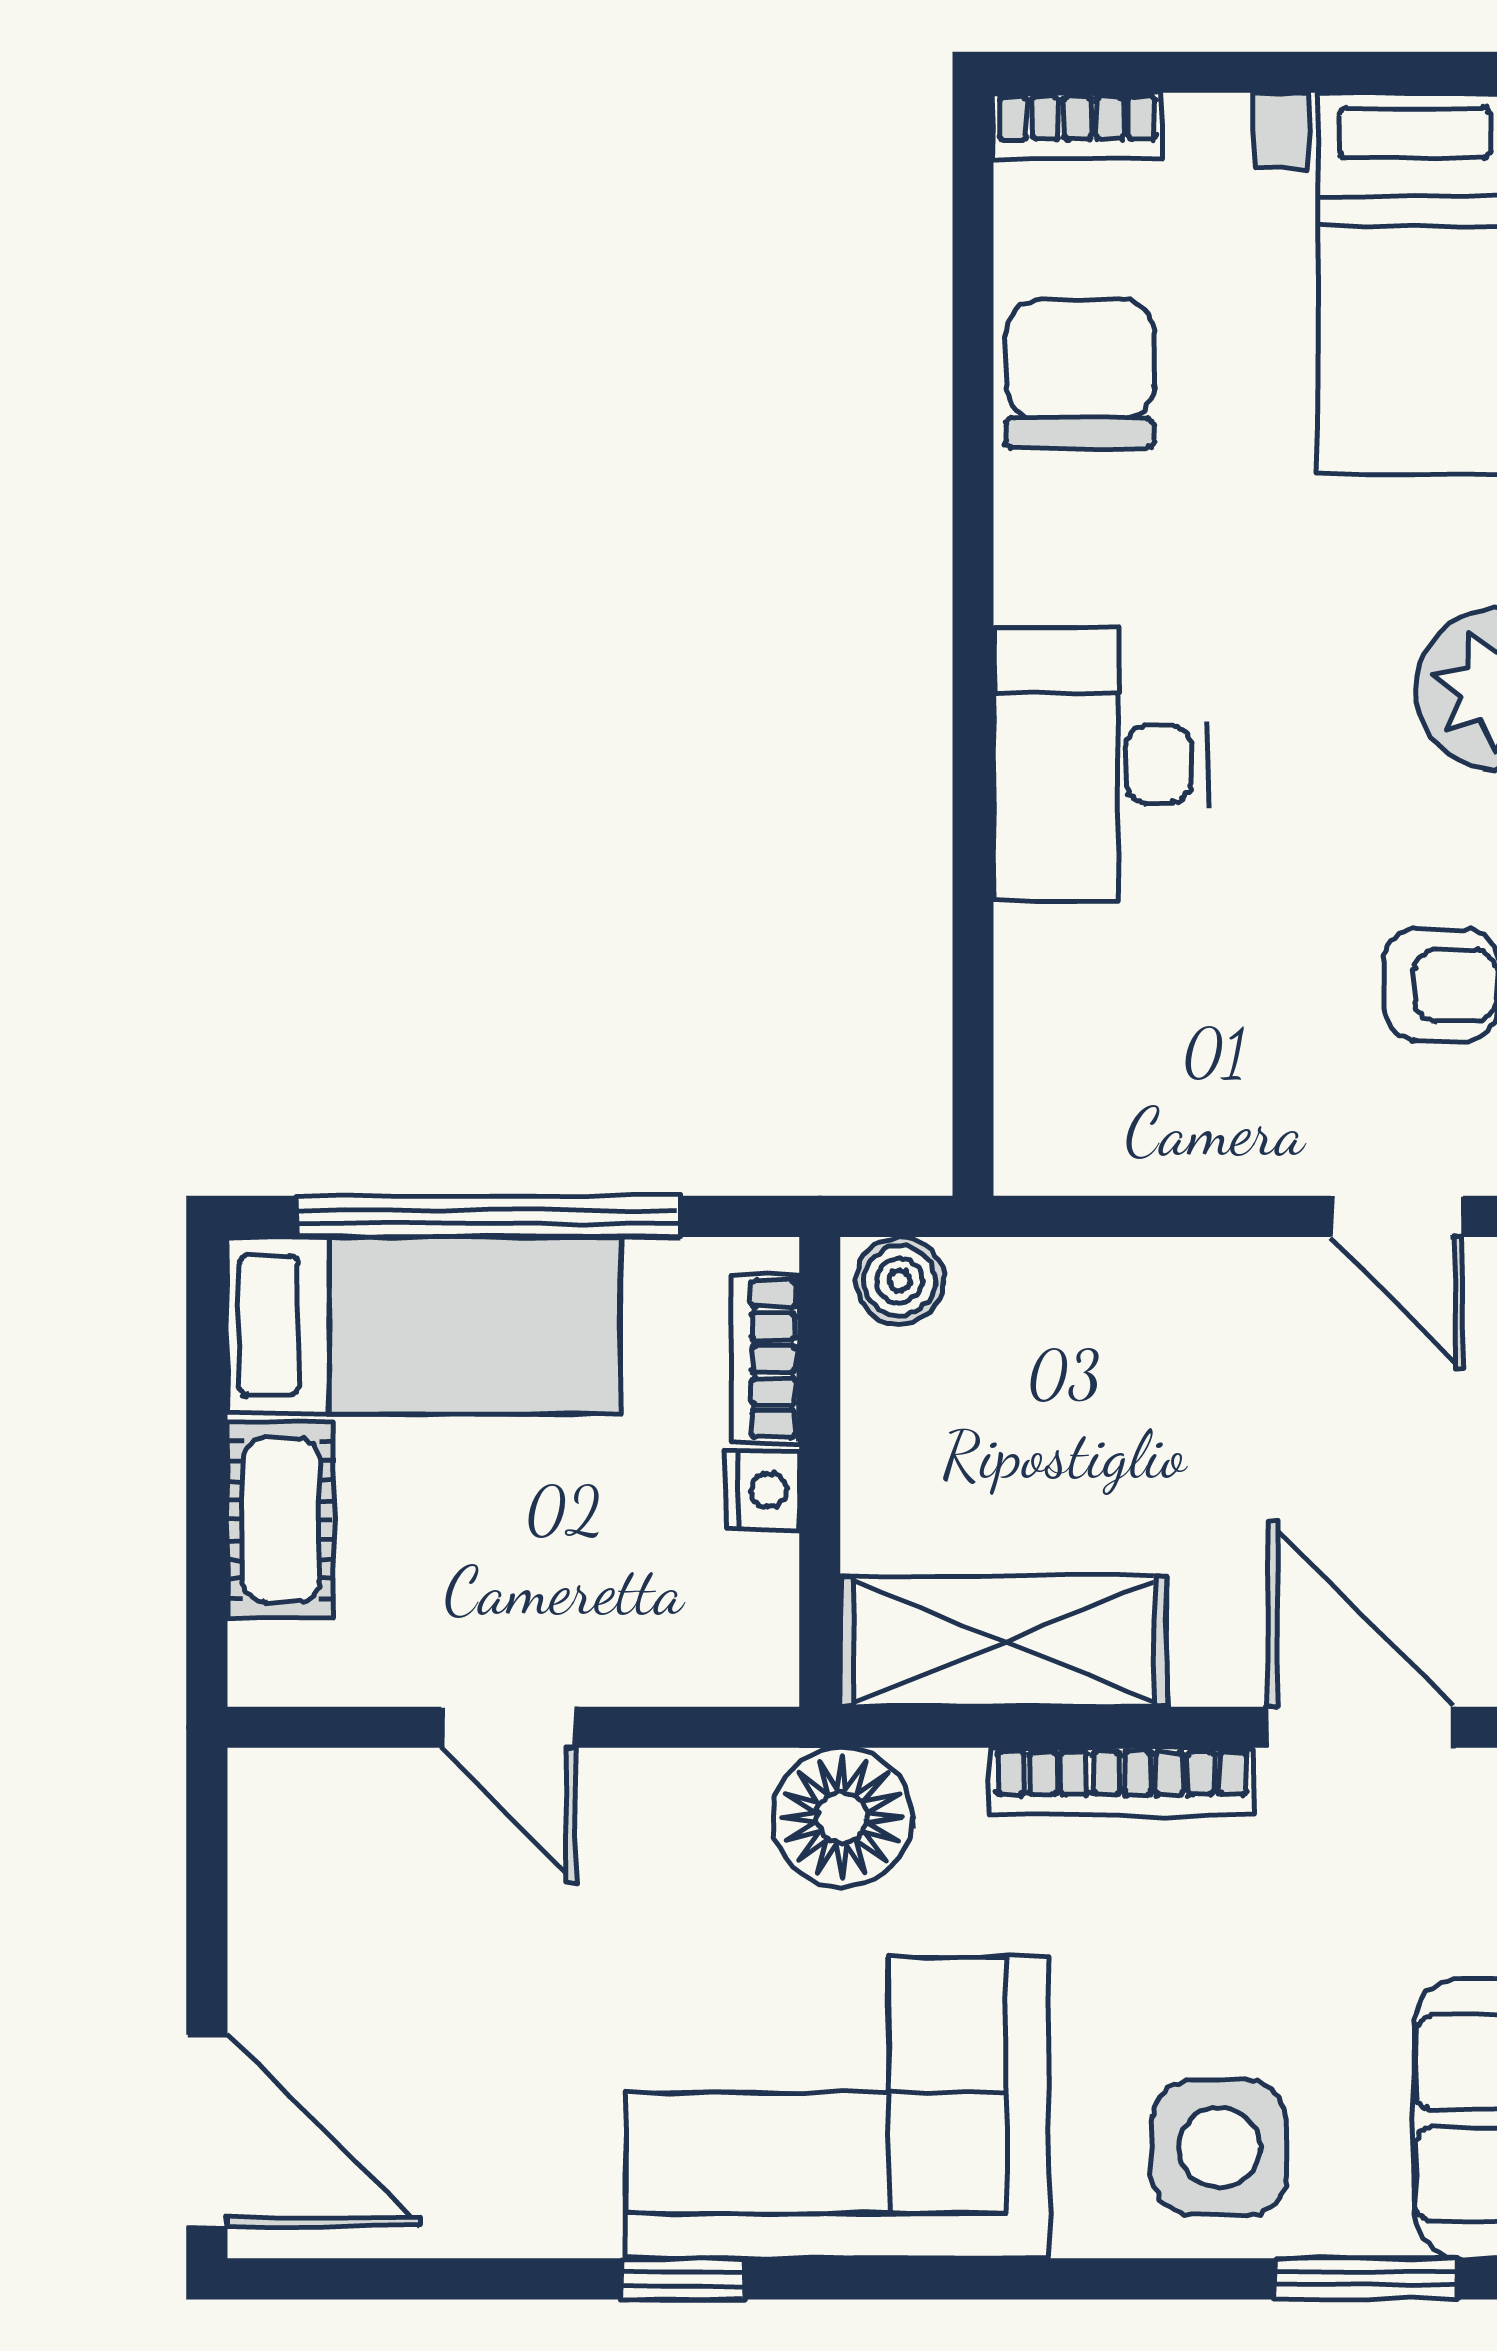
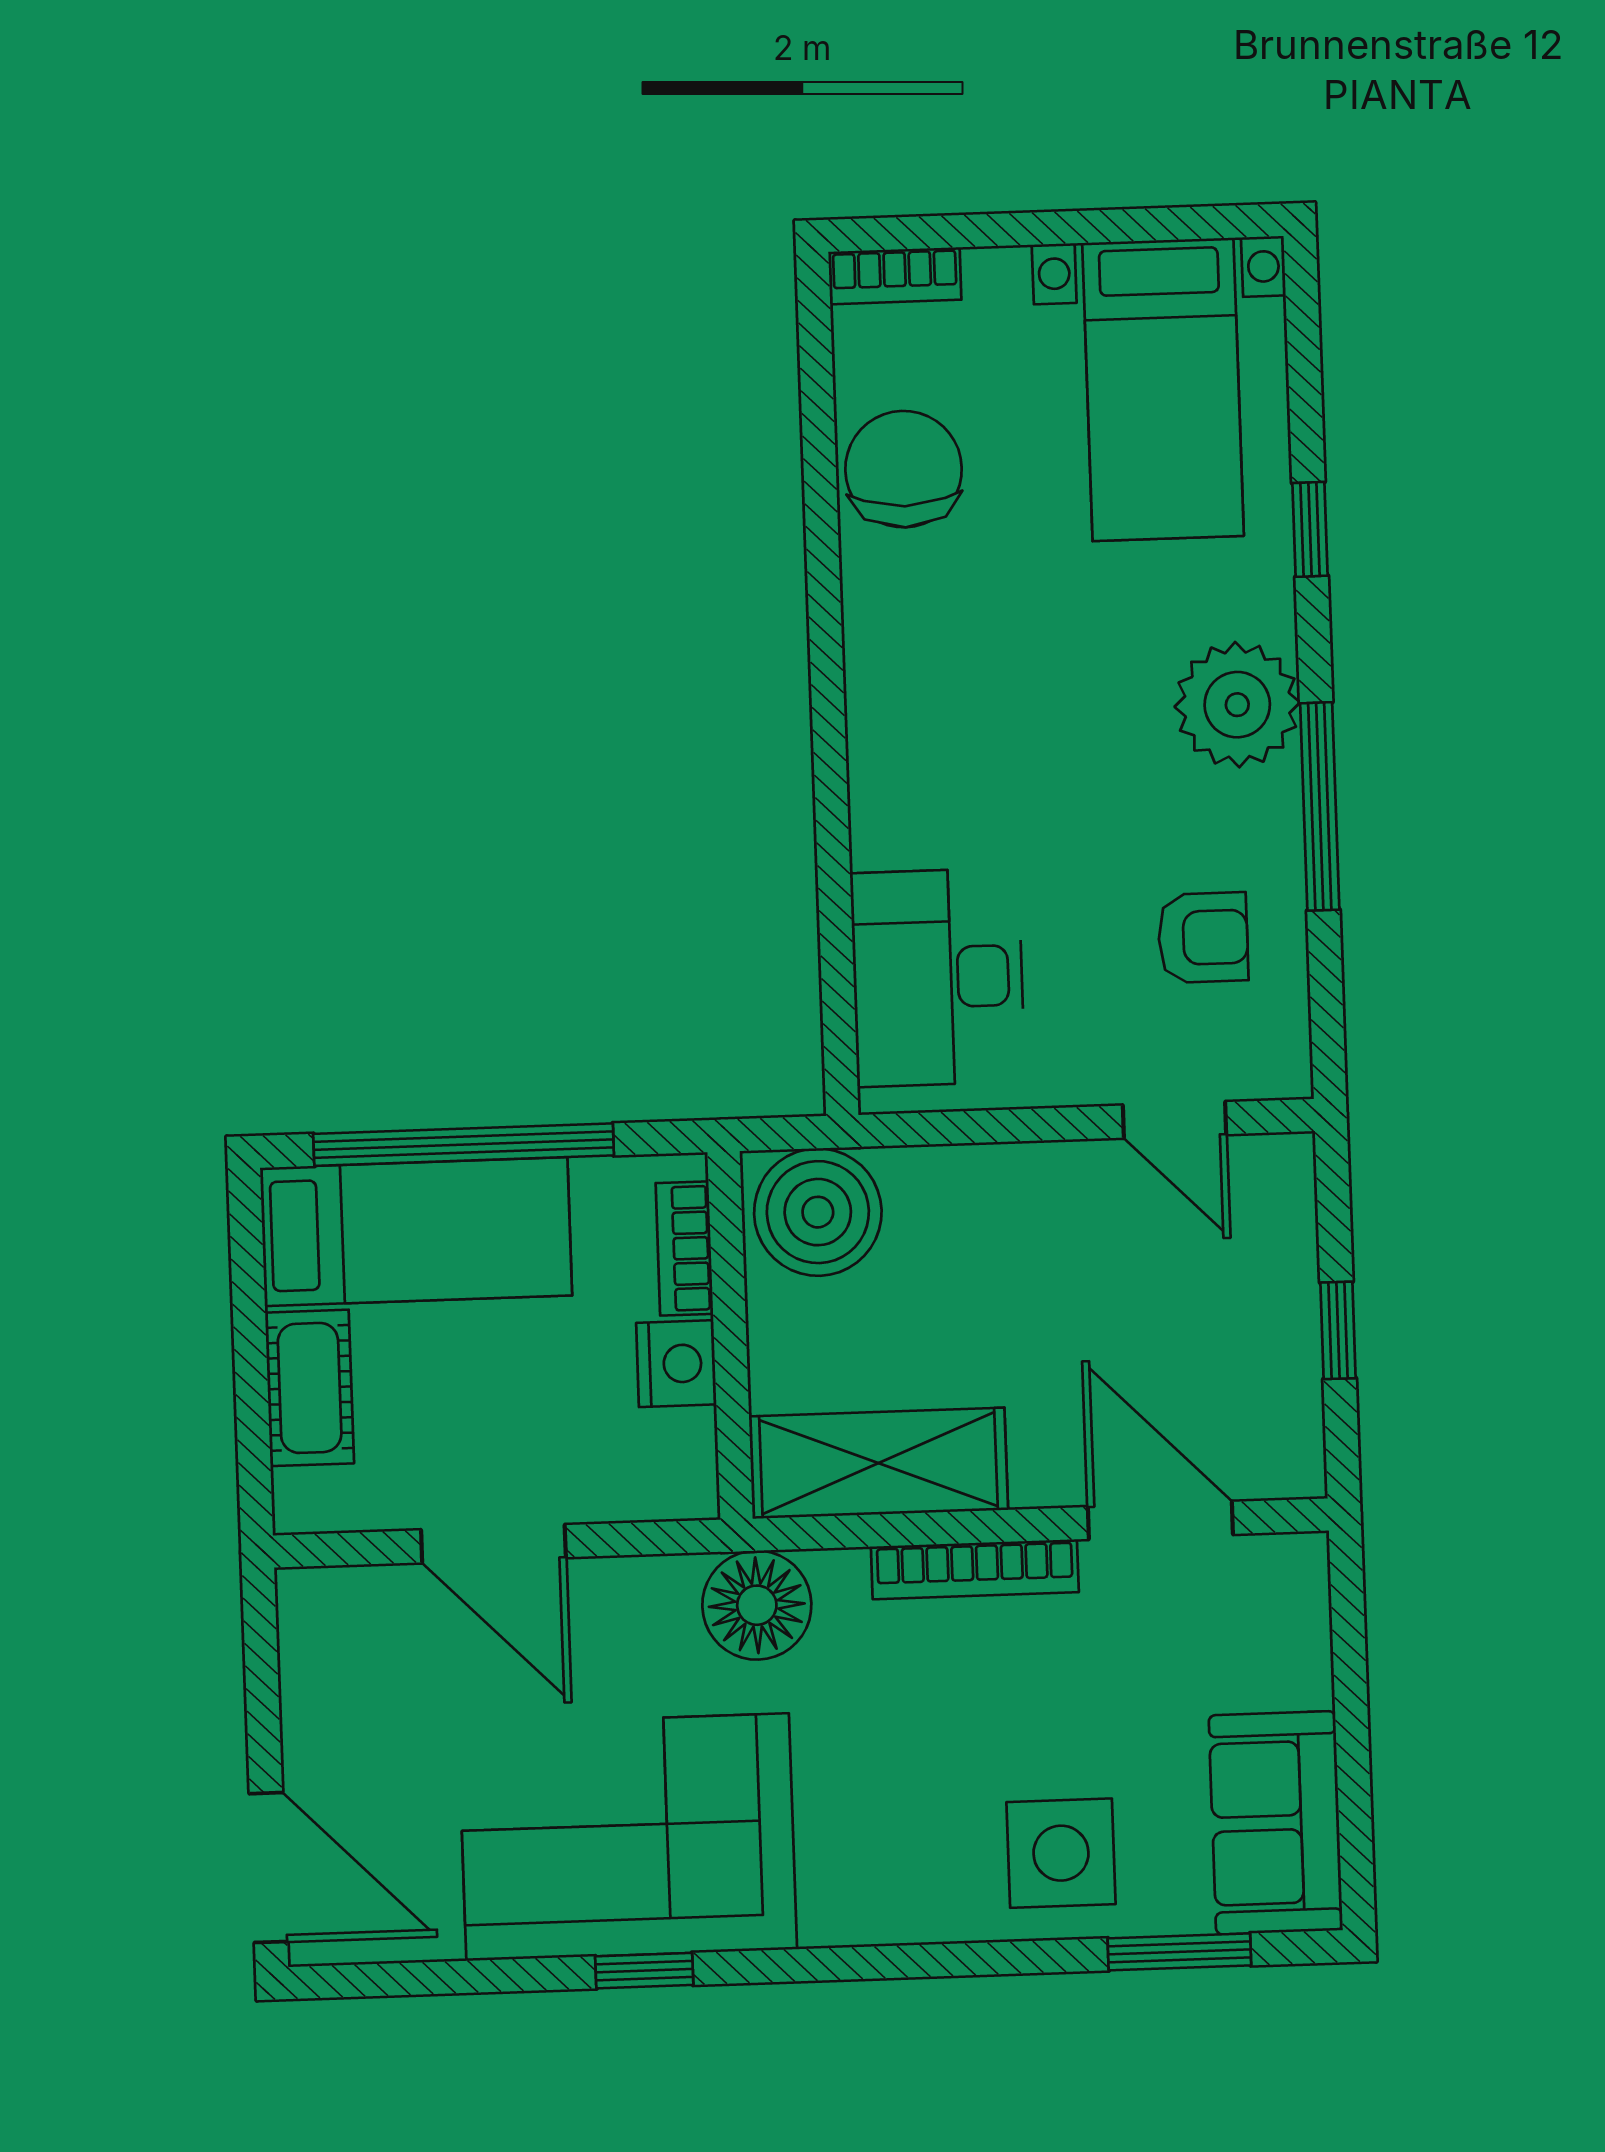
desk: (1101, 764) -> (938, 977), moved
boiler: (900, 1281) -> (818, 1212), width x1.86, depth x1.86
nightstand: (763, 1490) -> (676, 1364), width x1.39, depth x1.35
door: (508, 1727) -> (493, 1544), width x1.37
corner sofa: (838, 2108) -> (628, 1837), moved

